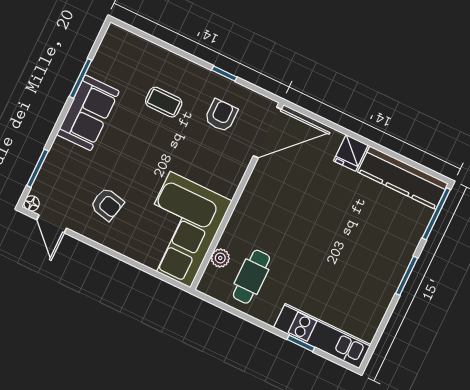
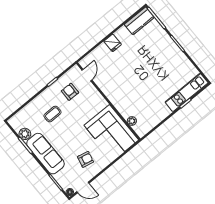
plant: (102, 67) -> (25, 134), added
sofa: (88, 113) -> (45, 154), width x1.36
door: (267, 133) -> (87, 75), width x0.53
kitchen counter: (403, 178) -> (139, 21), width x0.67
cafe table: (251, 277) -> (146, 111), removed

